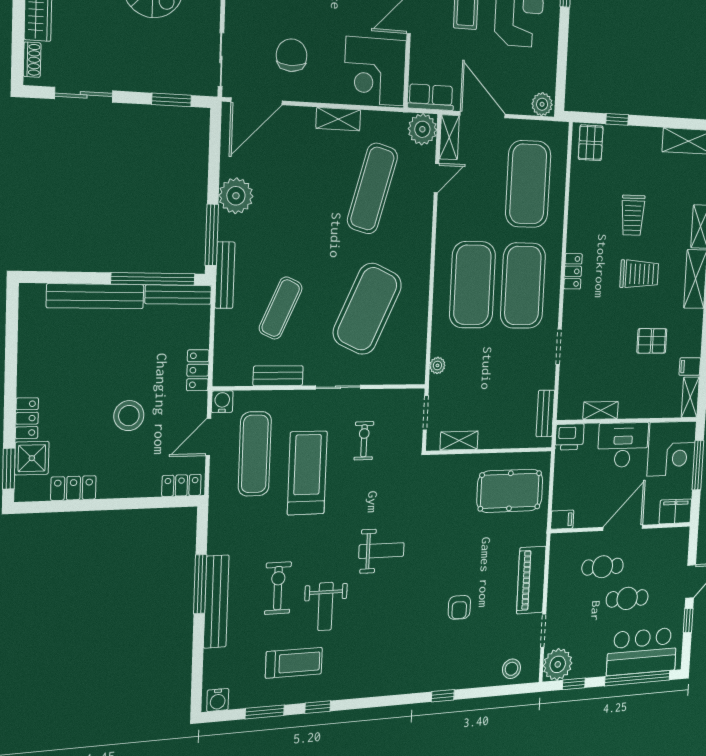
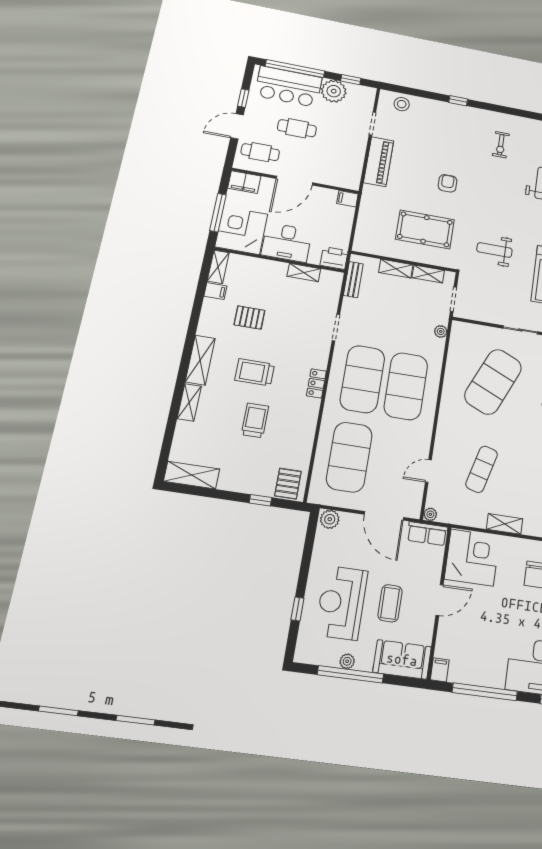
plant: (422, 129) -> (430, 514), width x0.53, depth x0.53
shelving: (449, 137) -> (396, 269), moved, turned 90
exercise mat: (372, 188) -> (482, 469), width x0.73, depth x0.69
exercise bike: (364, 441) -> (501, 145), moved
pool table: (510, 491) -> (425, 229), moved
weight bench: (381, 551) -> (494, 250), moved
cafe table: (603, 567) -> (260, 152), moved
armchair: (459, 607) -> (448, 183), moved
plant: (558, 664) -> (334, 91), moved

